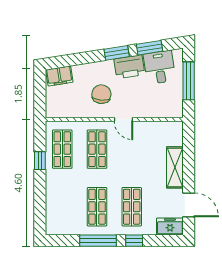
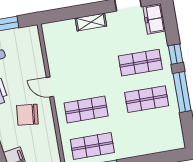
door: (123, 119) -> (50, 87), swing flipped
shelving: (175, 167) -> (91, 22), width x0.67, depth x0.75

